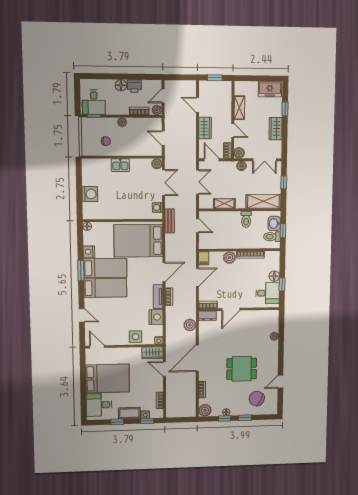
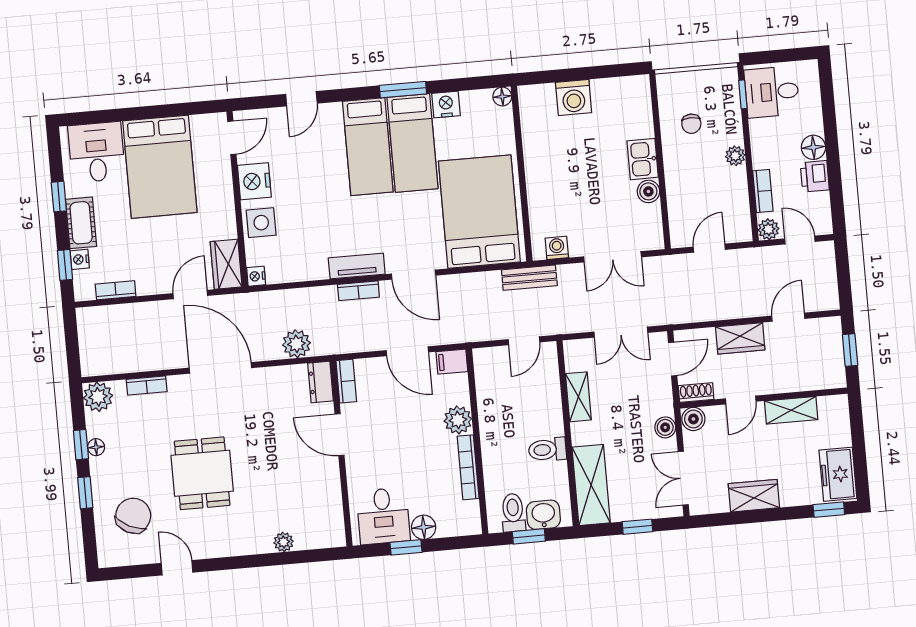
window: (285, 109) -> (829, 510), moved
boiler: (157, 164) -> (648, 191), moved
nightstand: (156, 317) -> (254, 181), moved, turned 90

